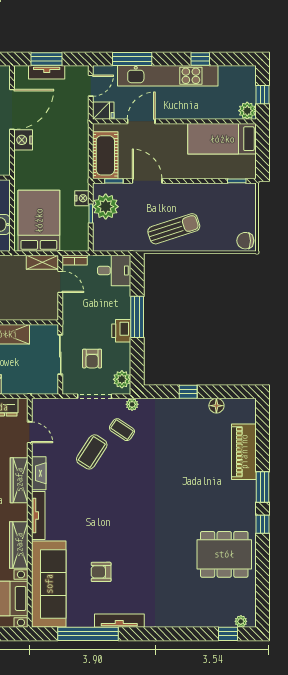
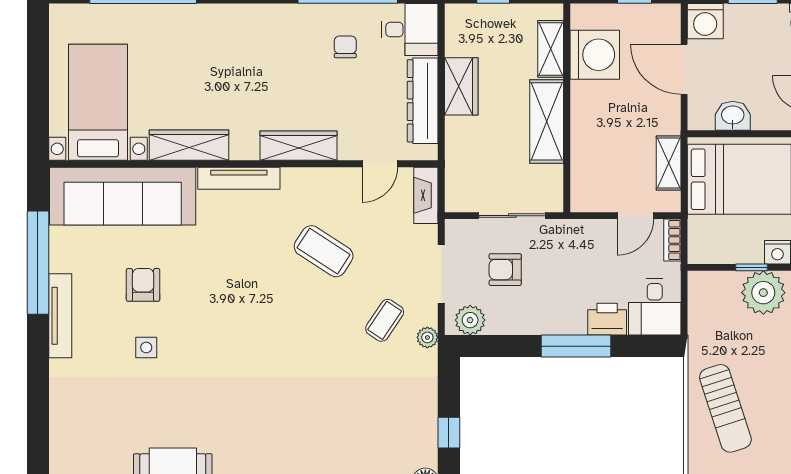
shelving: (42, 262) -> (669, 163), moved
printer: (121, 331) -> (607, 319), moved
coffee table: (92, 452) -> (324, 251), moved
fireplace: (39, 473) -> (426, 195), moved, turned 90
side table: (138, 570) -> (146, 347), added

